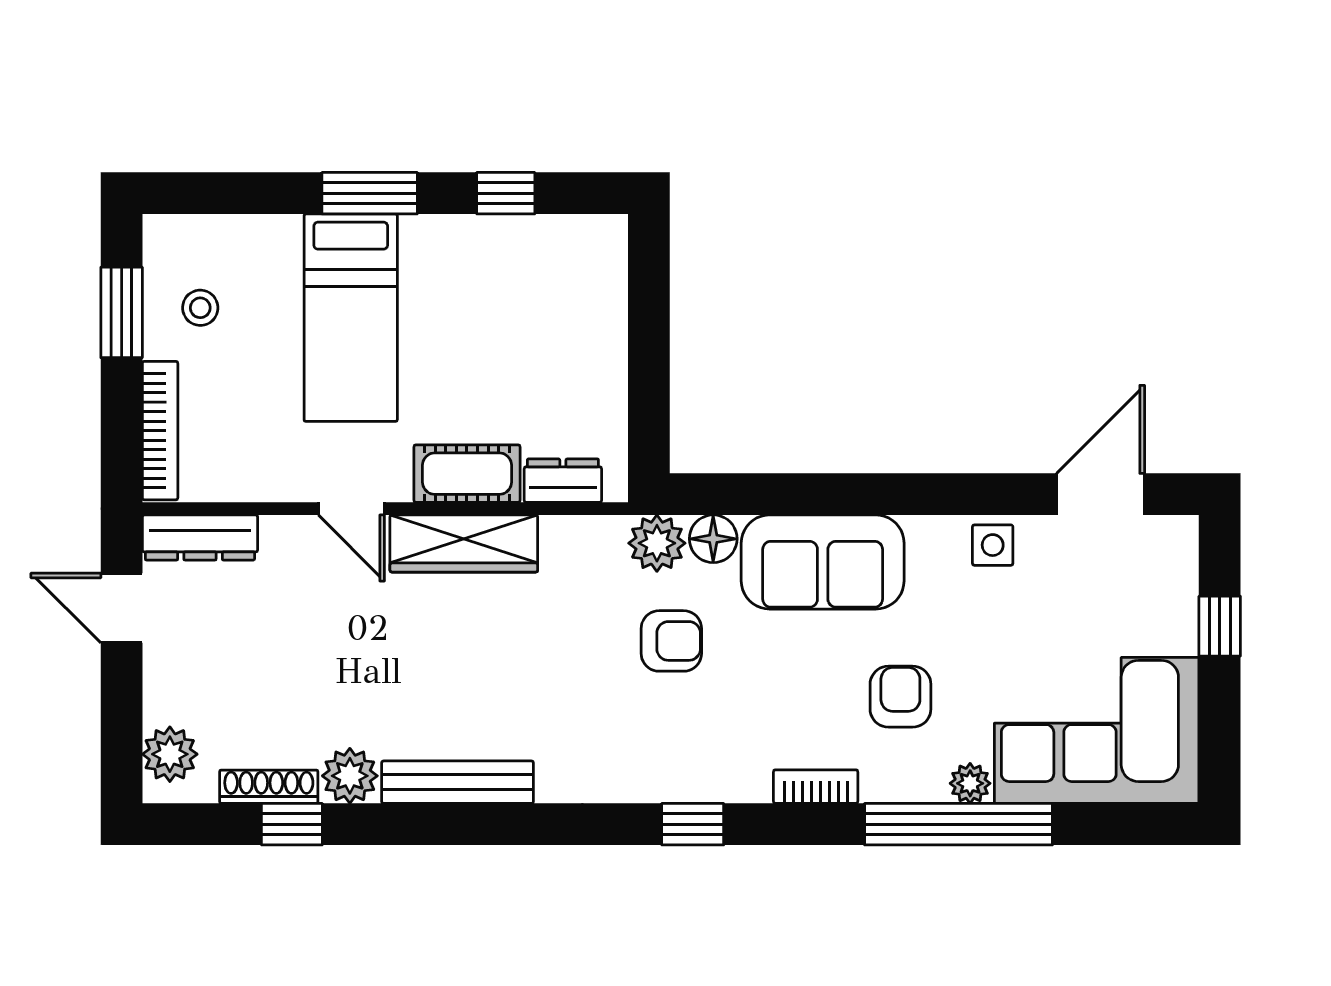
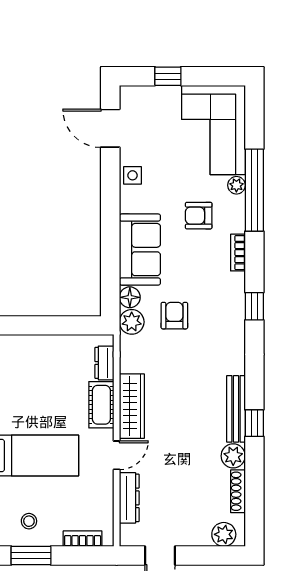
bookcase: (160, 431) -> (83, 539), width x0.64
dresser: (200, 537) -> (129, 498), moved
window: (292, 824) -> (254, 423), moved

